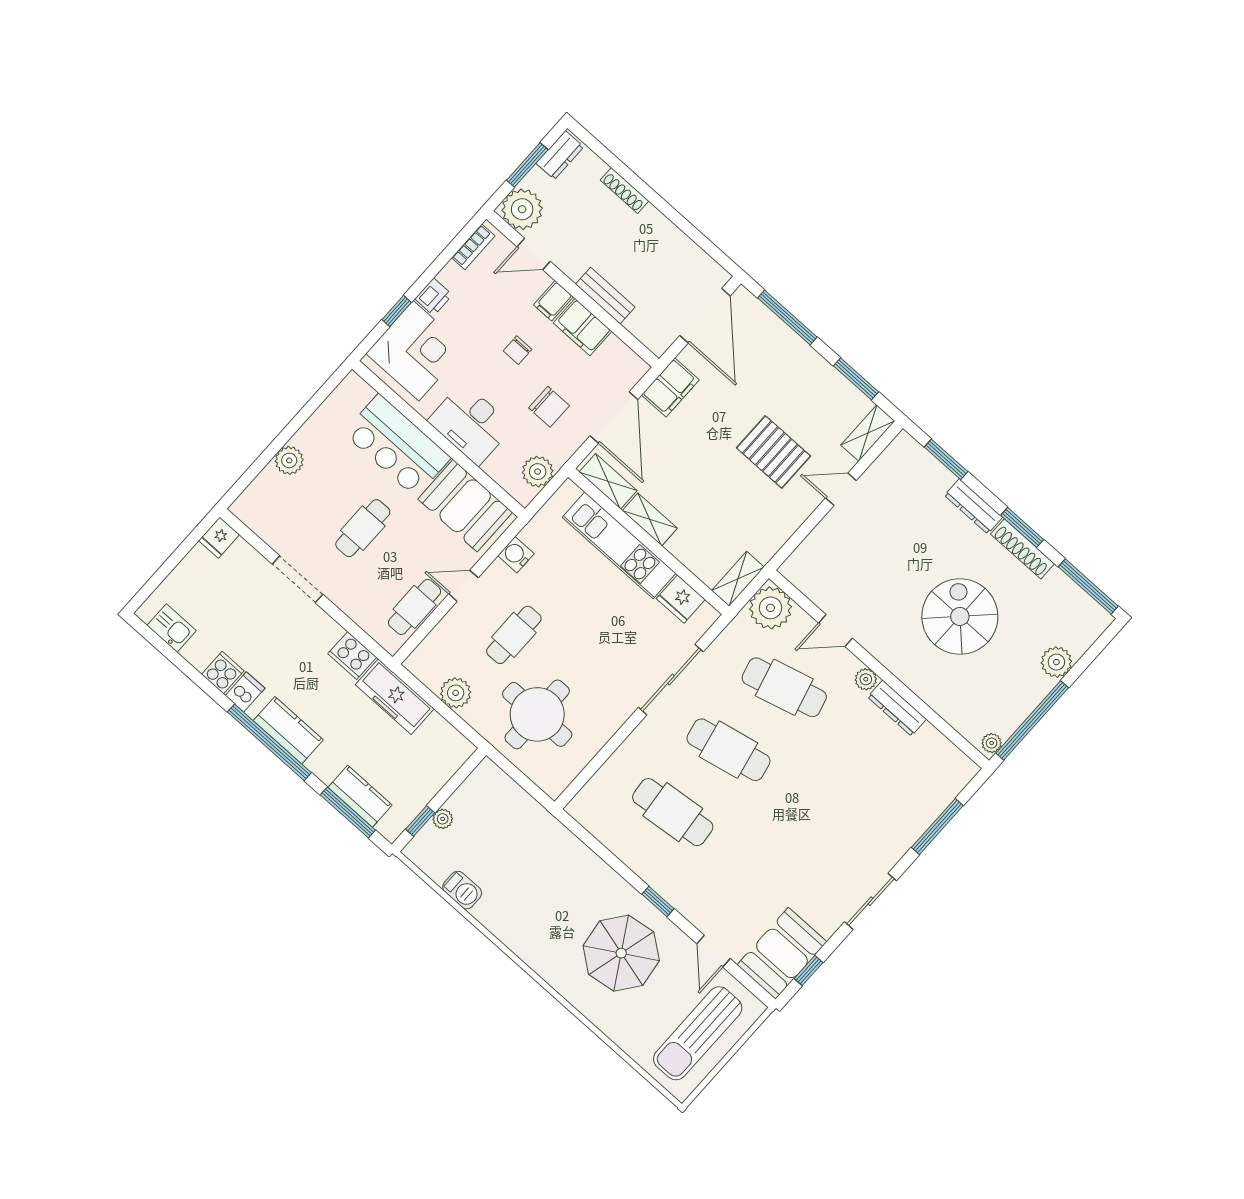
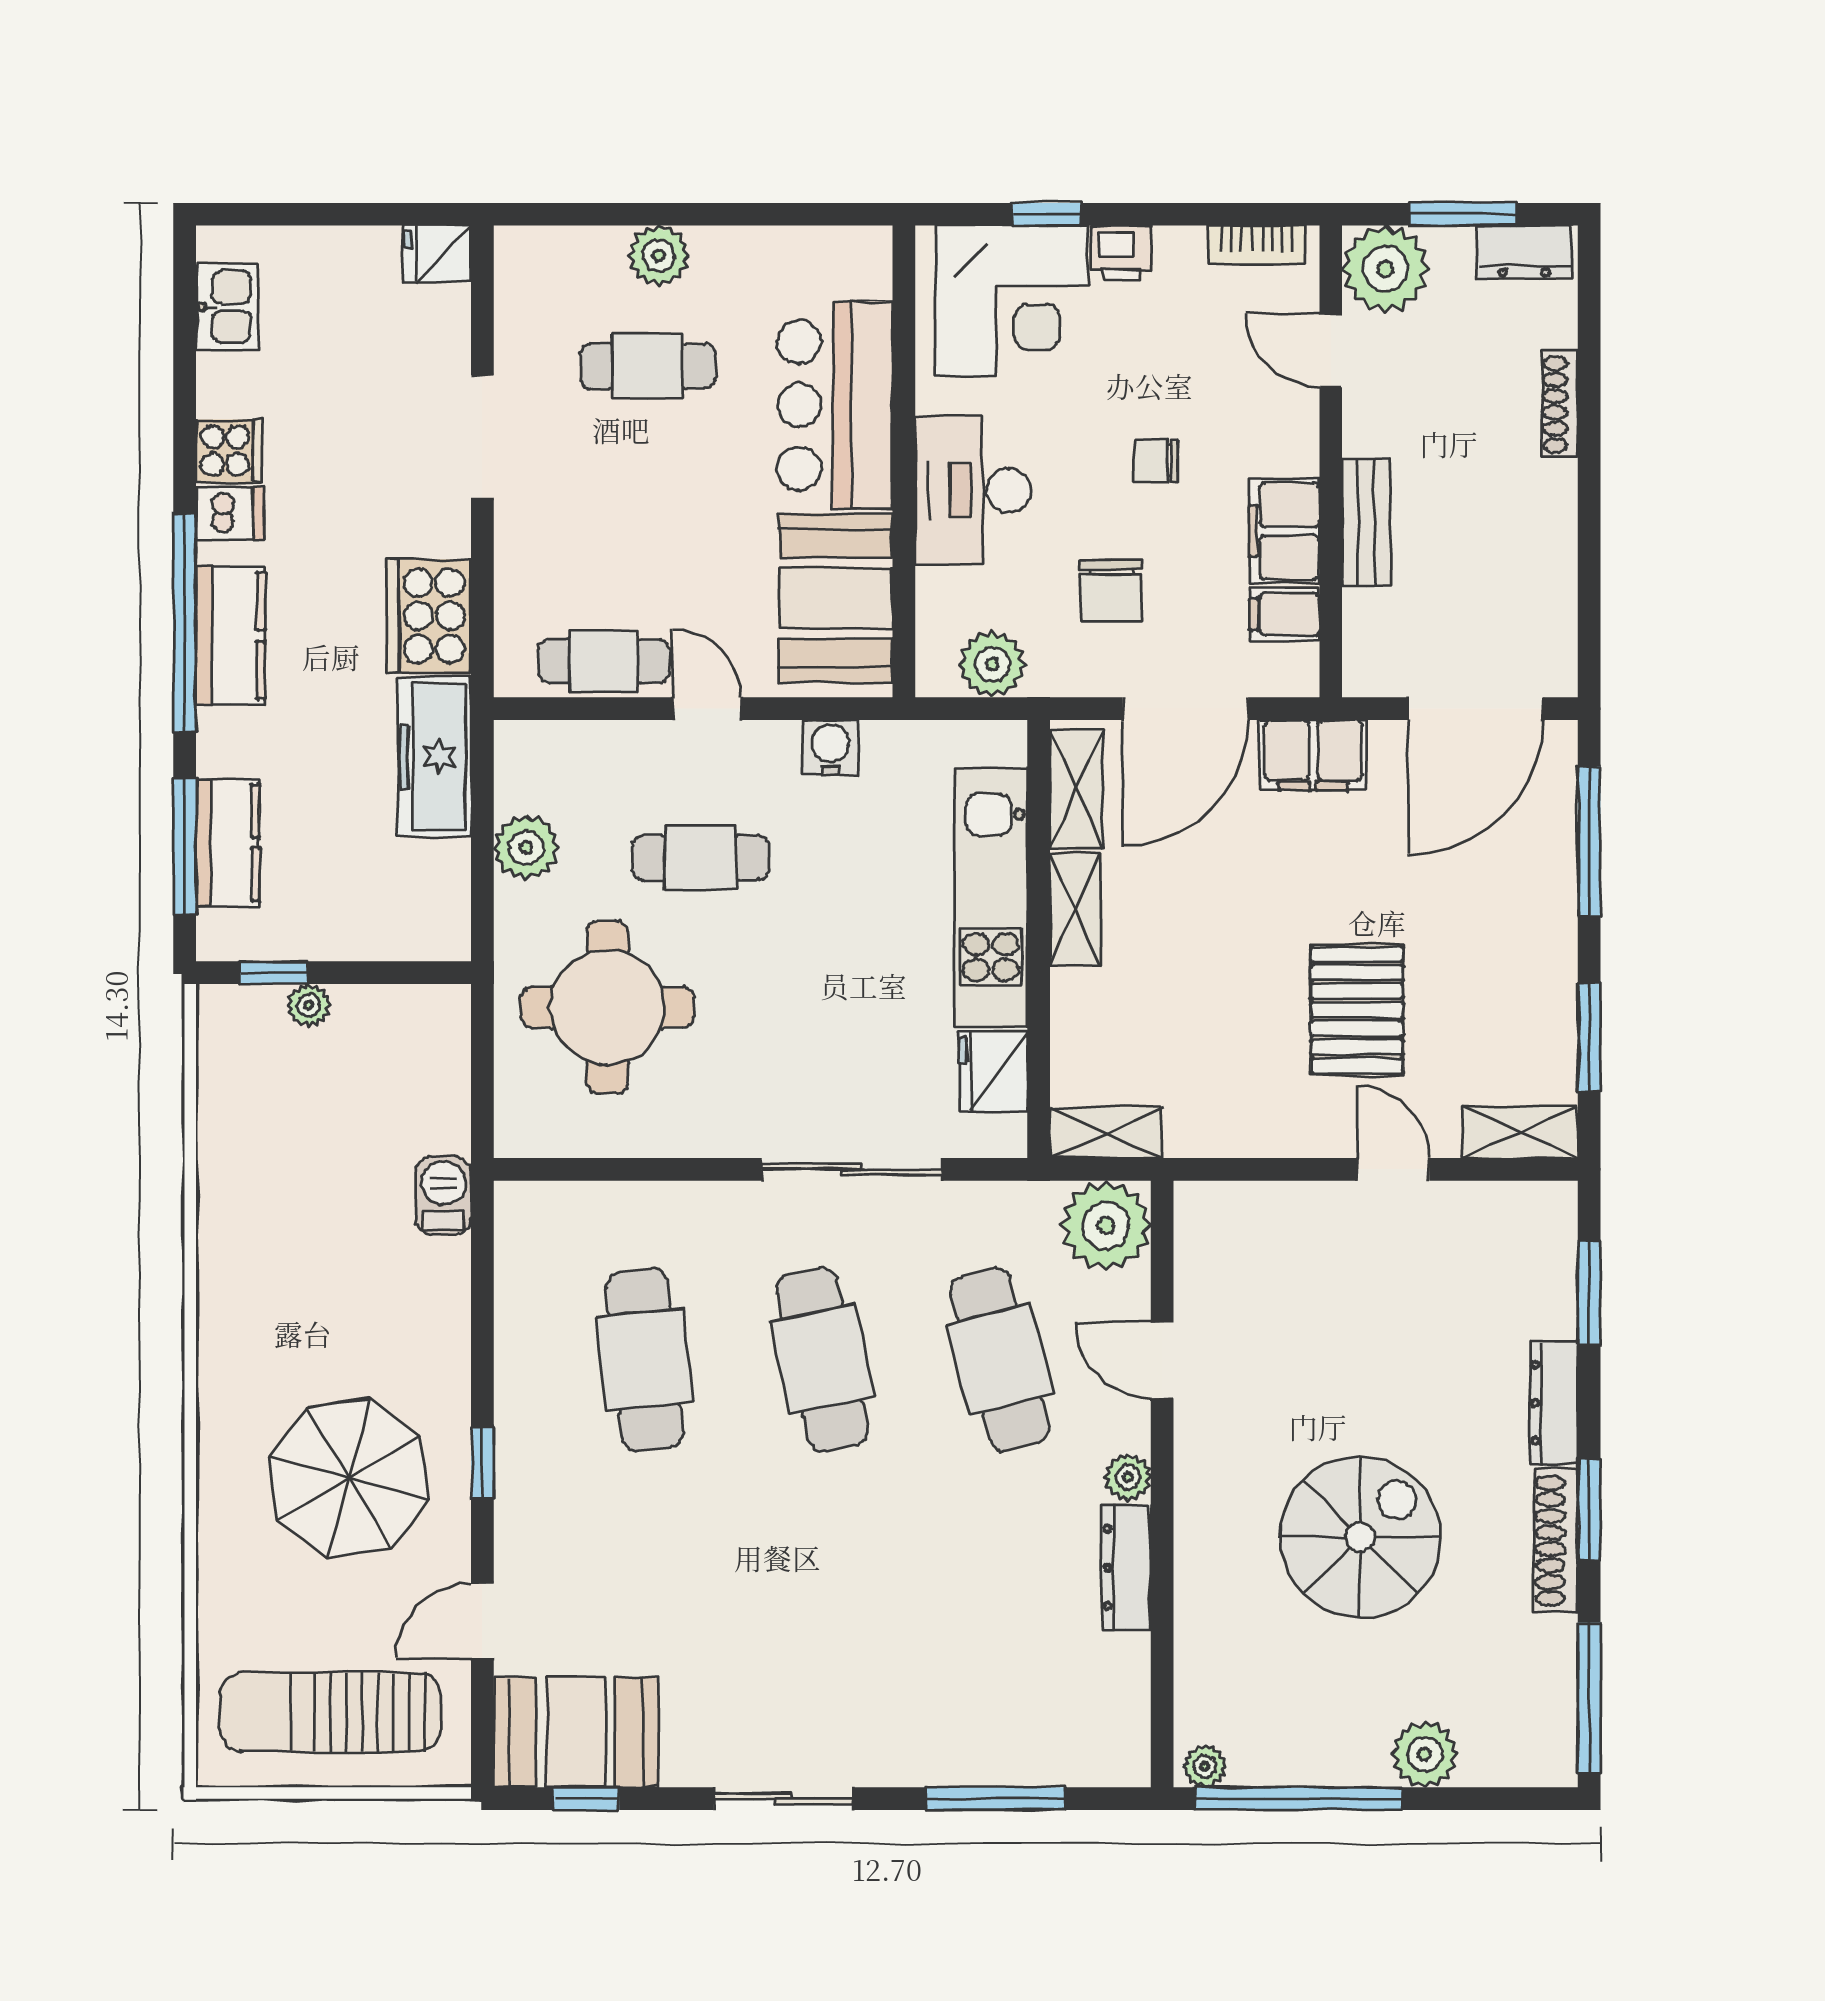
filing cabinet: (553, 301) -> (1285, 614), moved
cafe table: (363, 528) -> (648, 366), moved
cooker: (352, 655) -> (429, 616), width x1.37, depth x1.31
barbecue: (462, 890) -> (443, 1196), moved, turned 180

